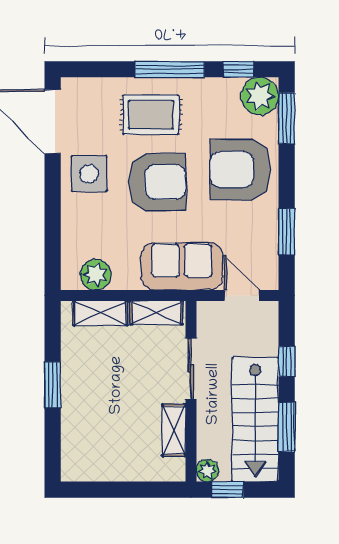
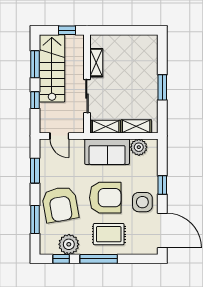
plant: (260, 96) -> (69, 244), moved
window: (287, 118) -> (35, 220), moved
armchair: (240, 170) -> (60, 204), turned 80
armchair: (157, 182) -> (105, 198), turned 180
window: (53, 205) -> (162, 185), added
sofa: (182, 266) -> (107, 152), moved
plant: (208, 470) -> (78, 41), removed

